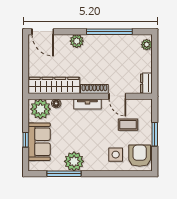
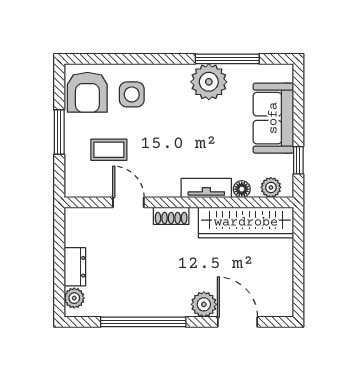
door: (43, 32) -> (237, 322), moved
dresser: (146, 83) -> (75, 267), moved
shoe rack: (94, 89) -> (171, 216), width x0.70
tv unit: (87, 104) -> (206, 188), moved
plant: (40, 109) -> (271, 187), width x0.53, depth x0.53
window: (26, 140) -> (298, 160), moved

